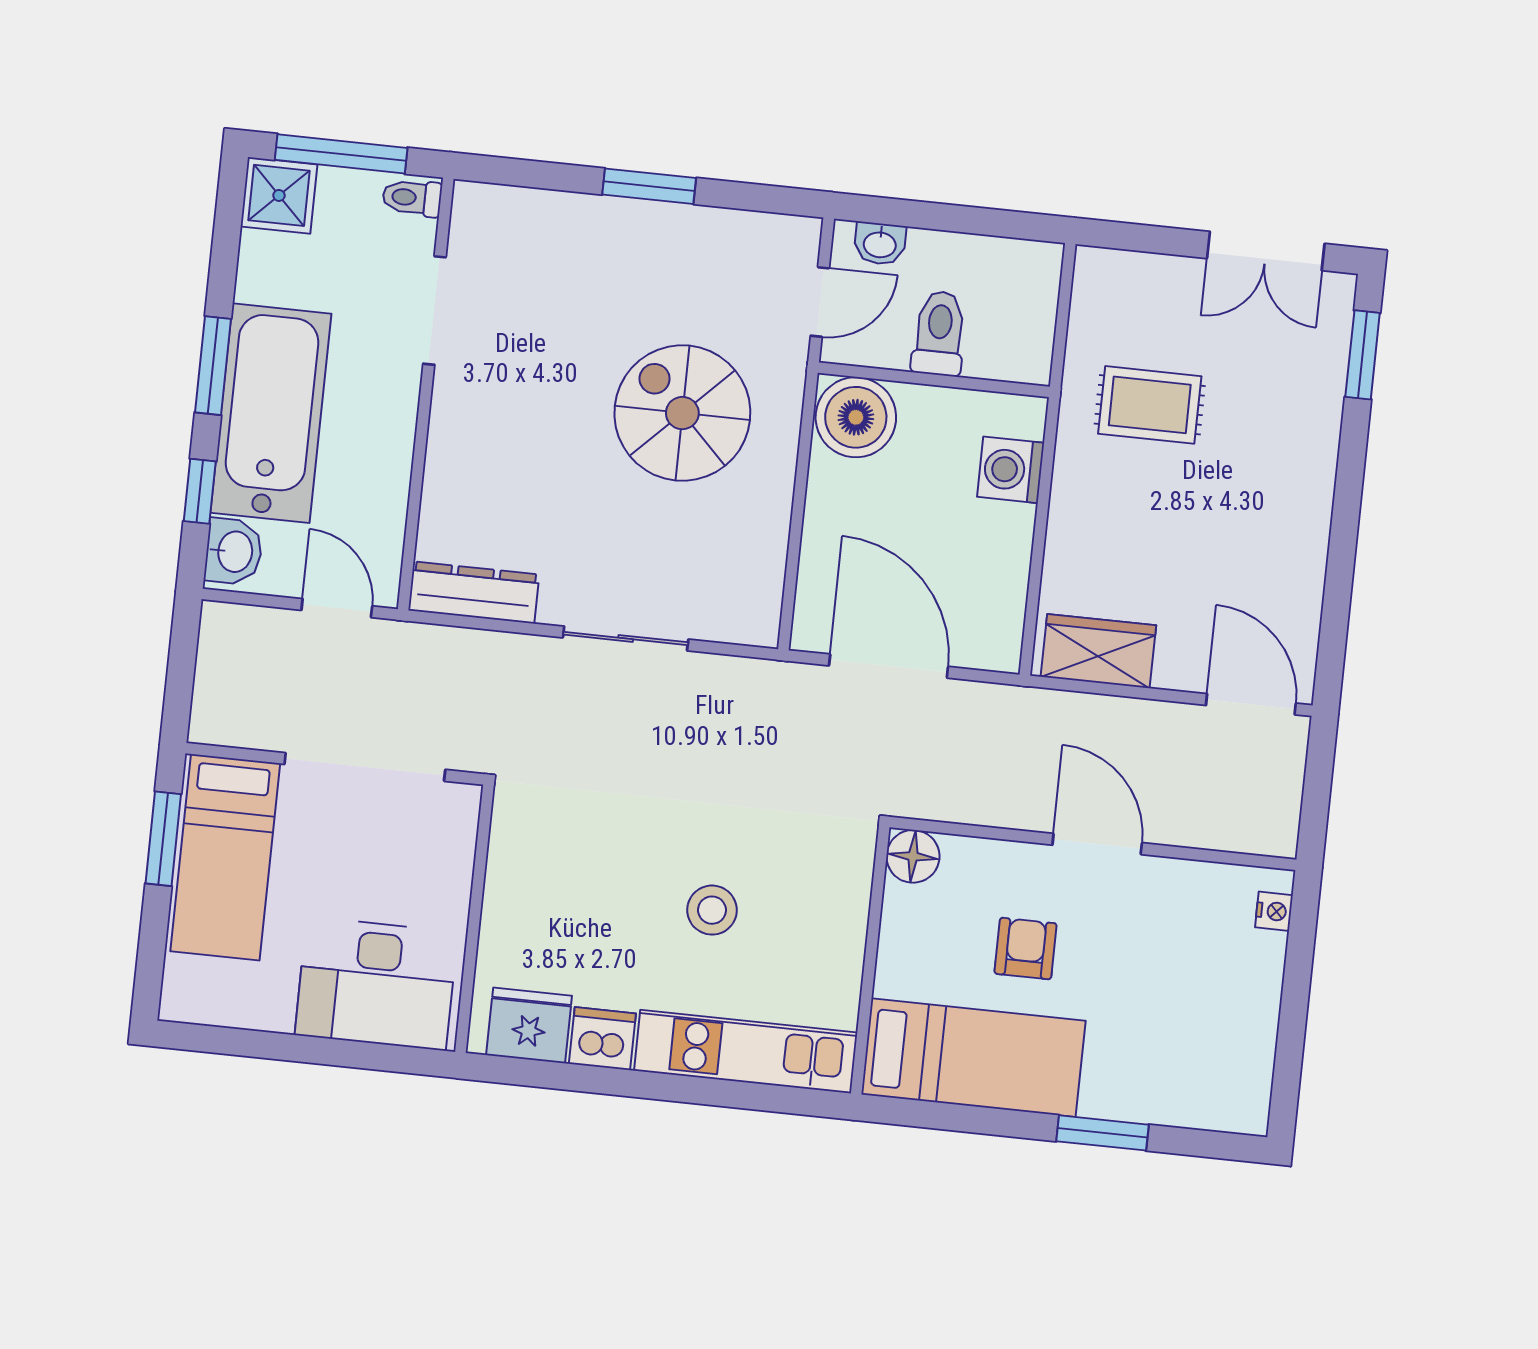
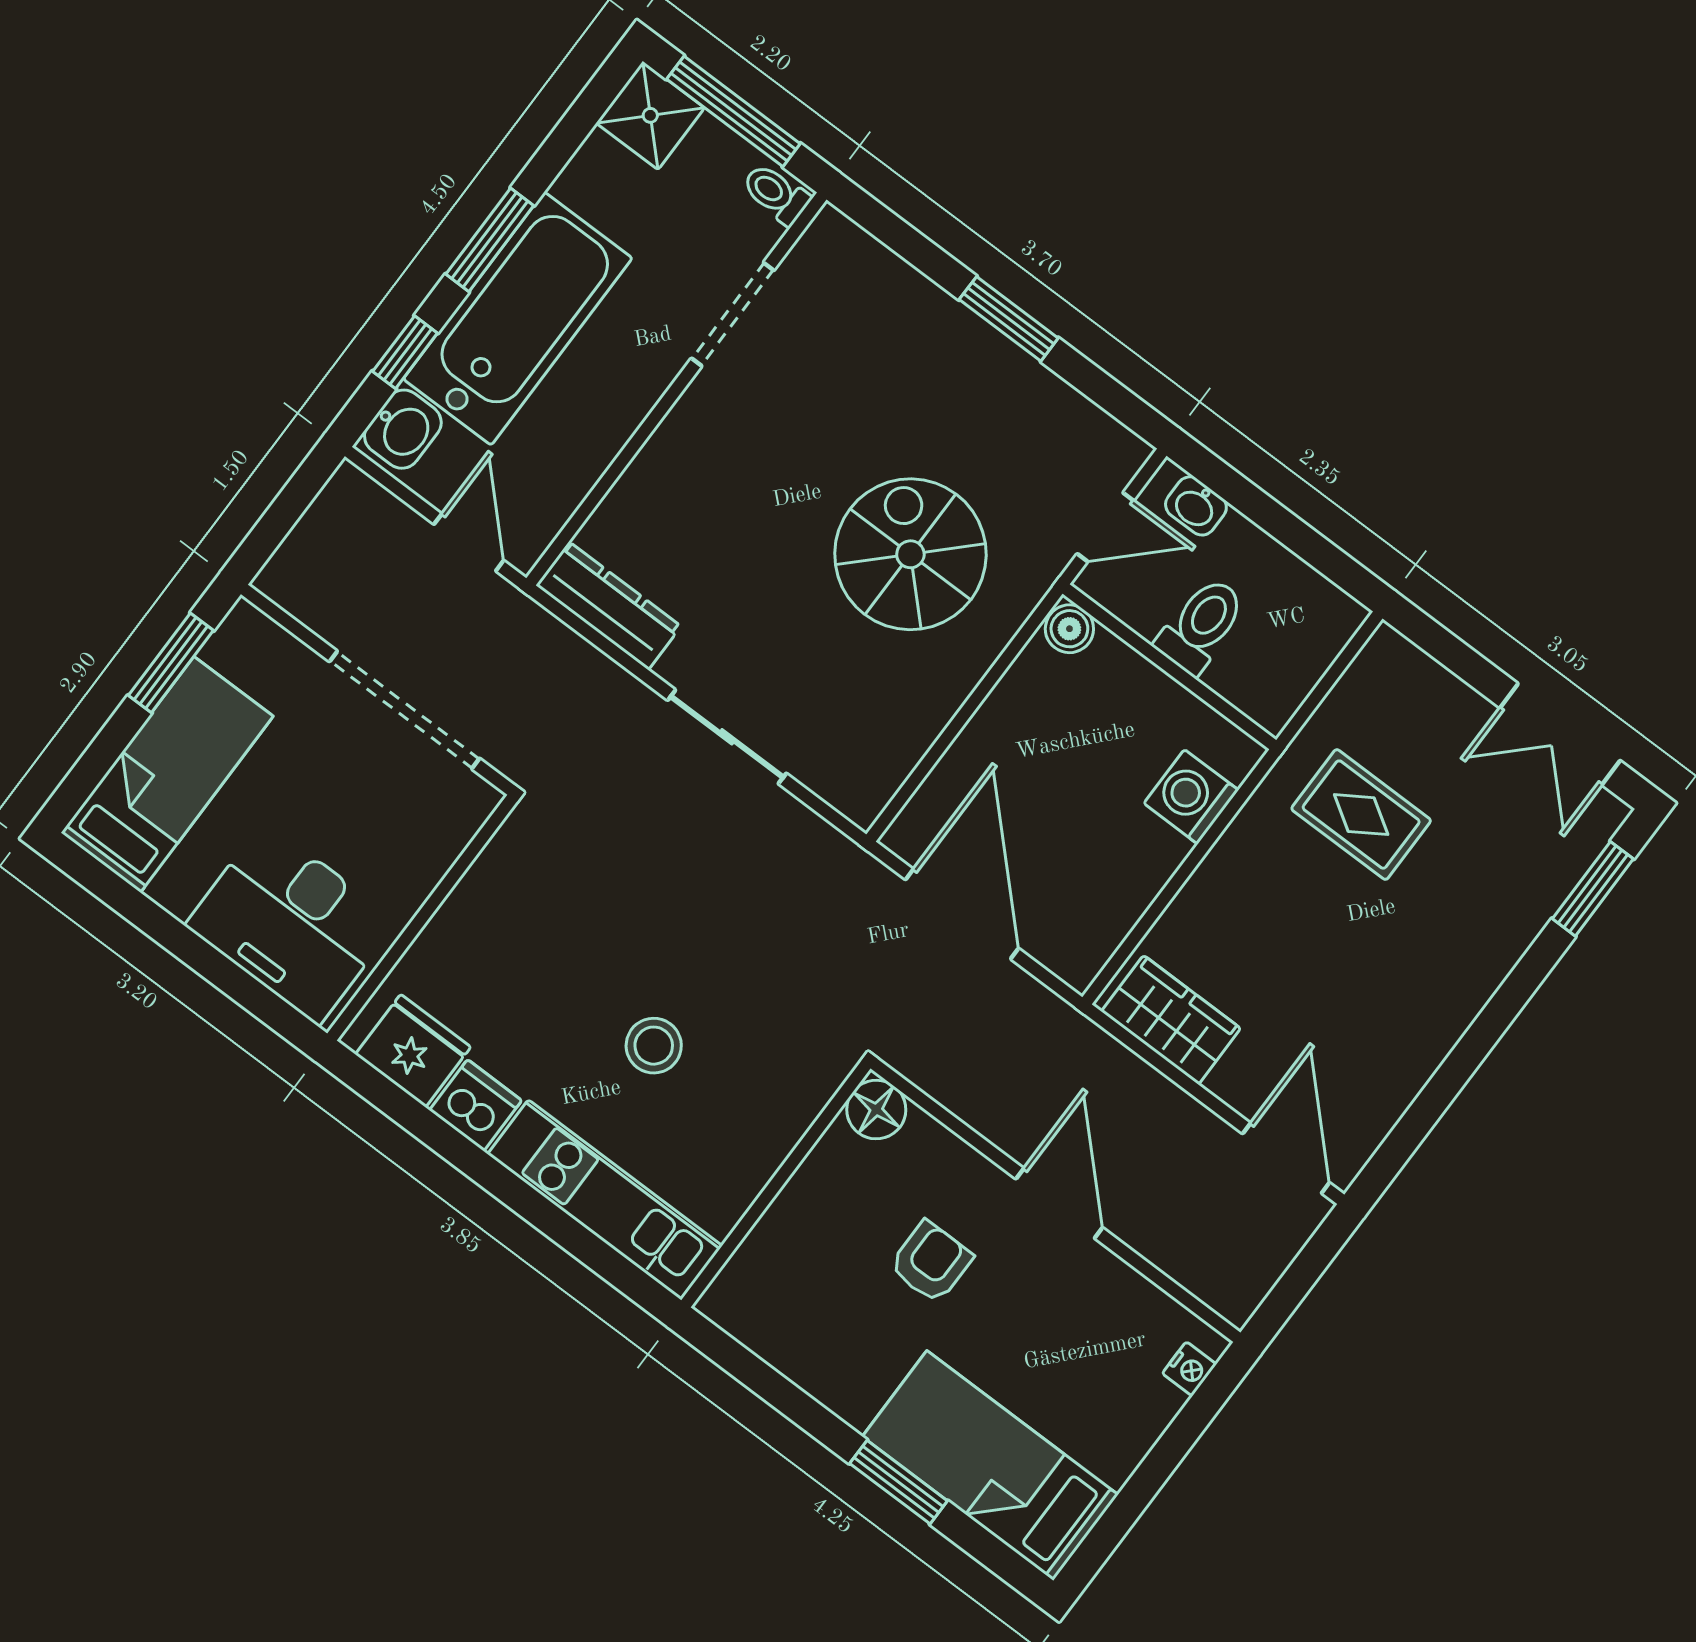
boiler: (856, 417) -> (1069, 629), width x0.54, depth x0.54
bed: (225, 857) -> (167, 775), moved, turned 180
bed: (973, 1058) -> (990, 1466), moved, turned 180

